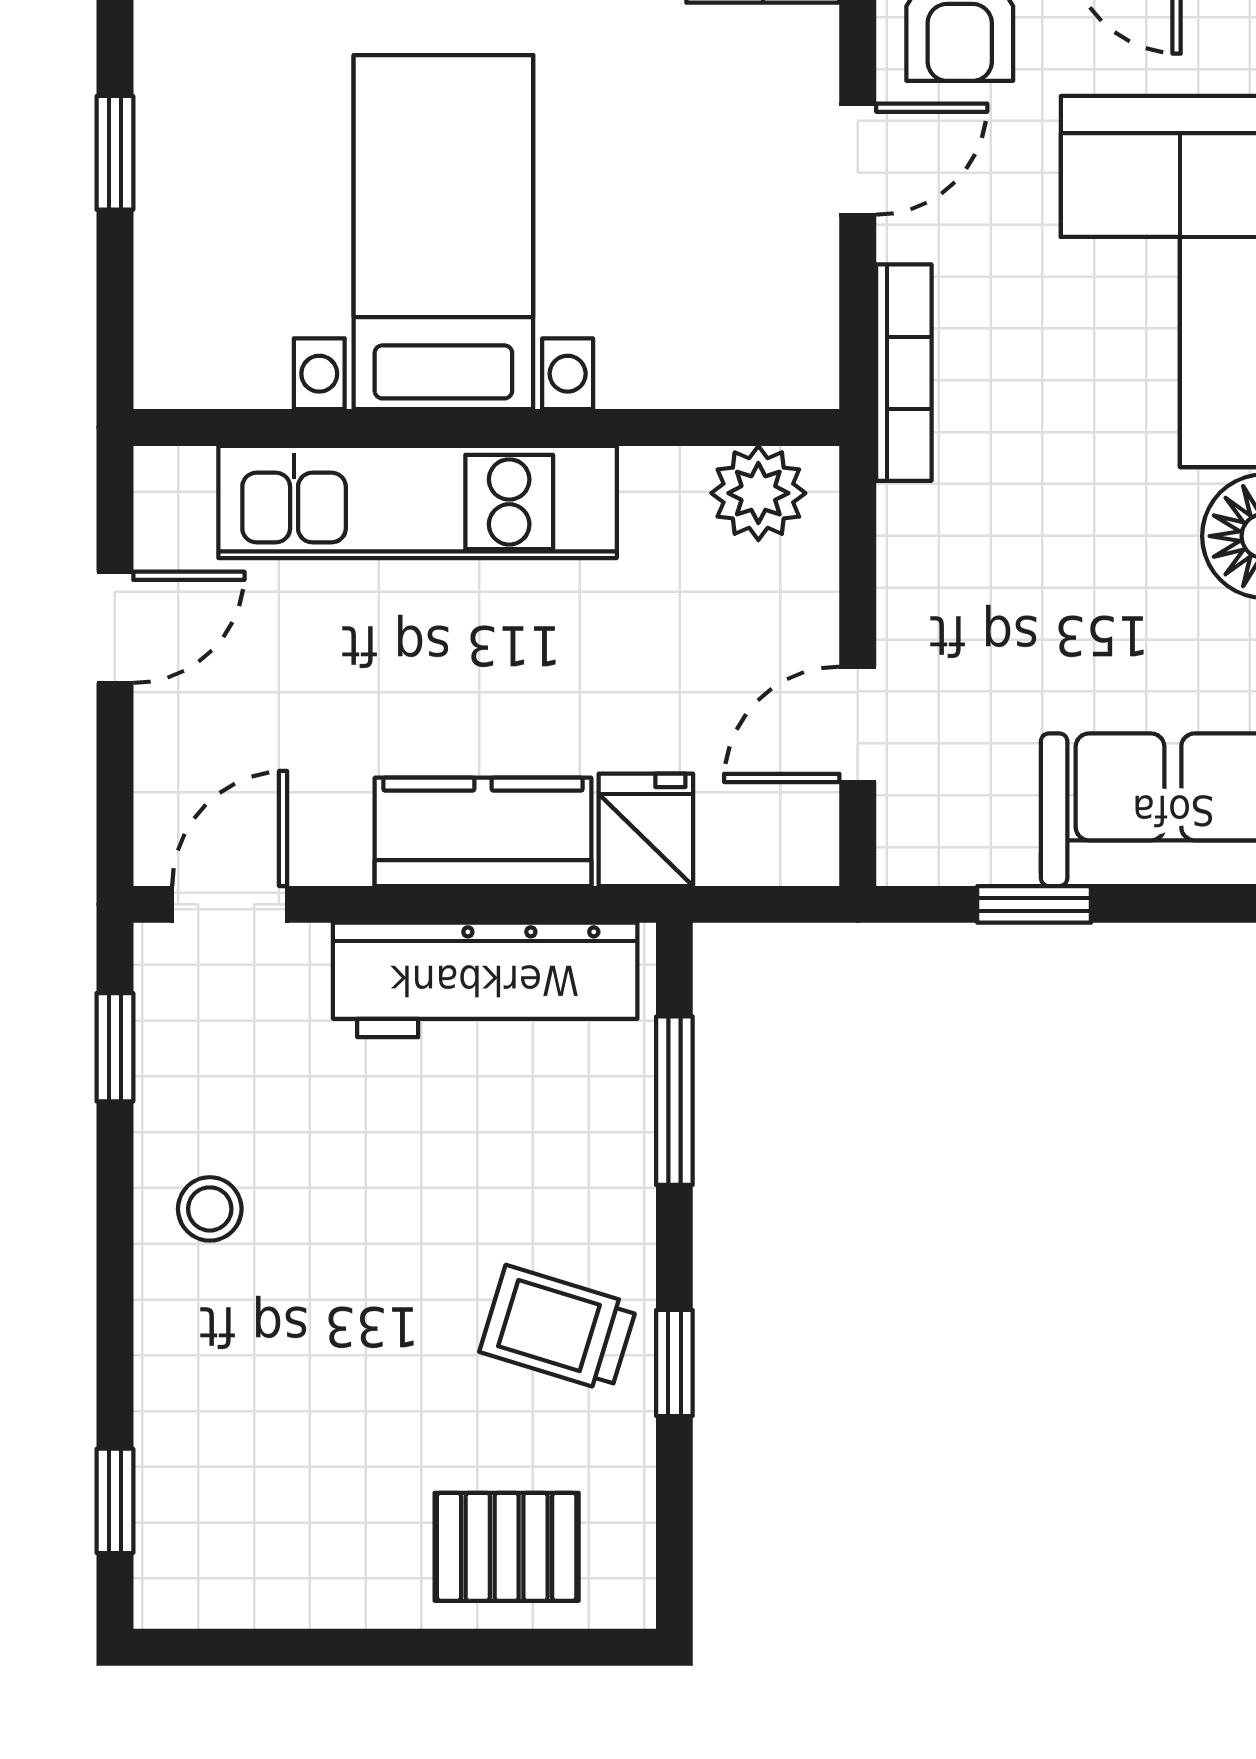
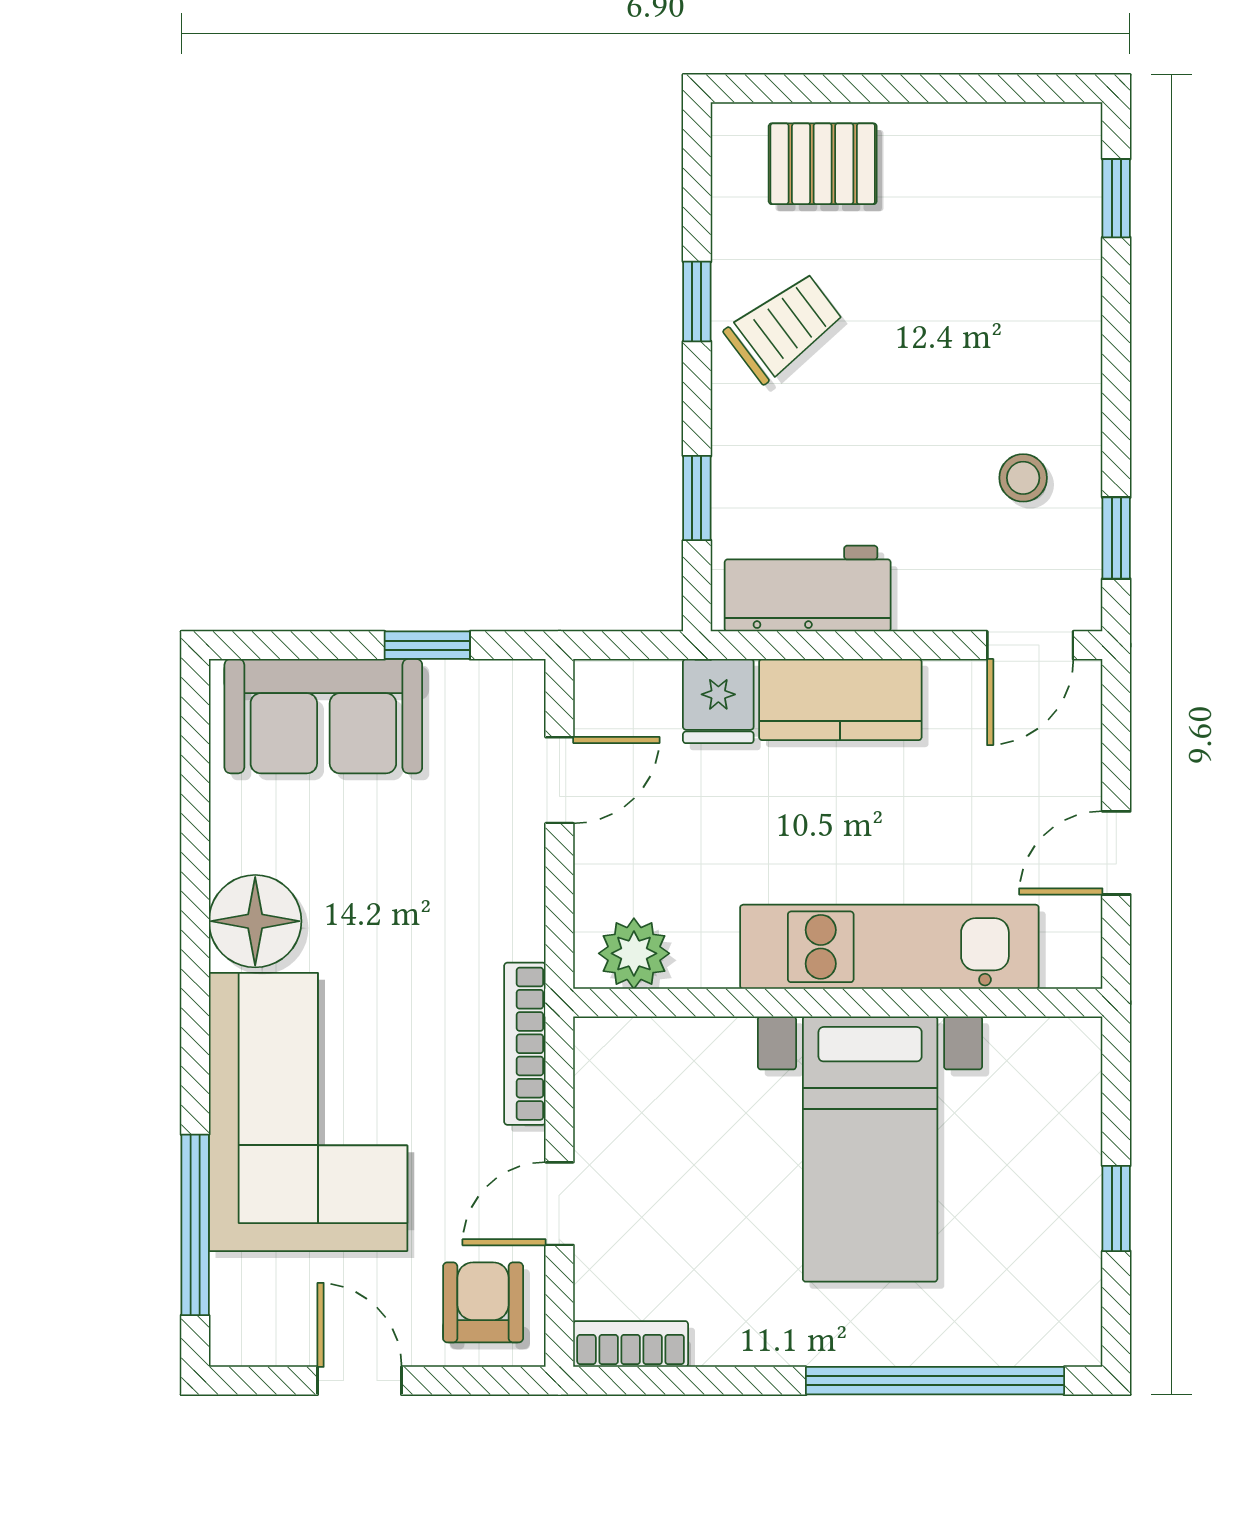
workbench: (485, 980) -> (808, 589), width x0.73
window: (674, 1101) -> (697, 498), width x0.67
stool: (210, 1209) -> (1023, 478), moved
trolley: (558, 1328) -> (784, 327), turned -54

